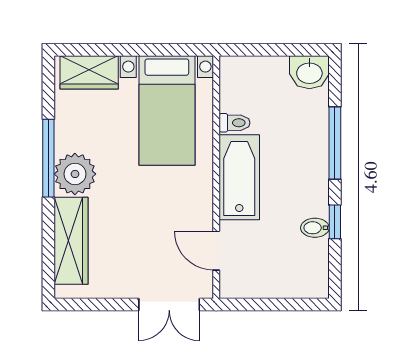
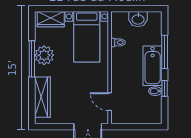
washbasin: (309, 72) -> (138, 19), moved
plant: (75, 174) -> (44, 55), moved
bathtub: (239, 177) -> (153, 66), moved, turned 180

